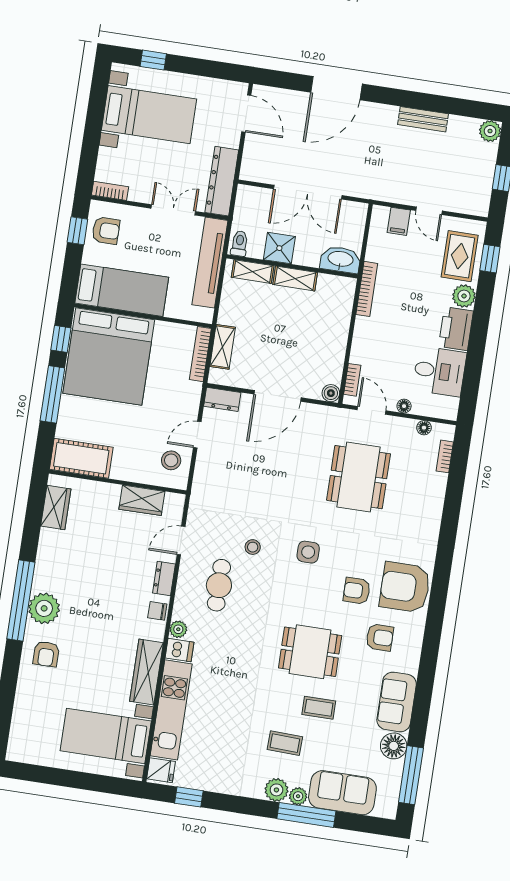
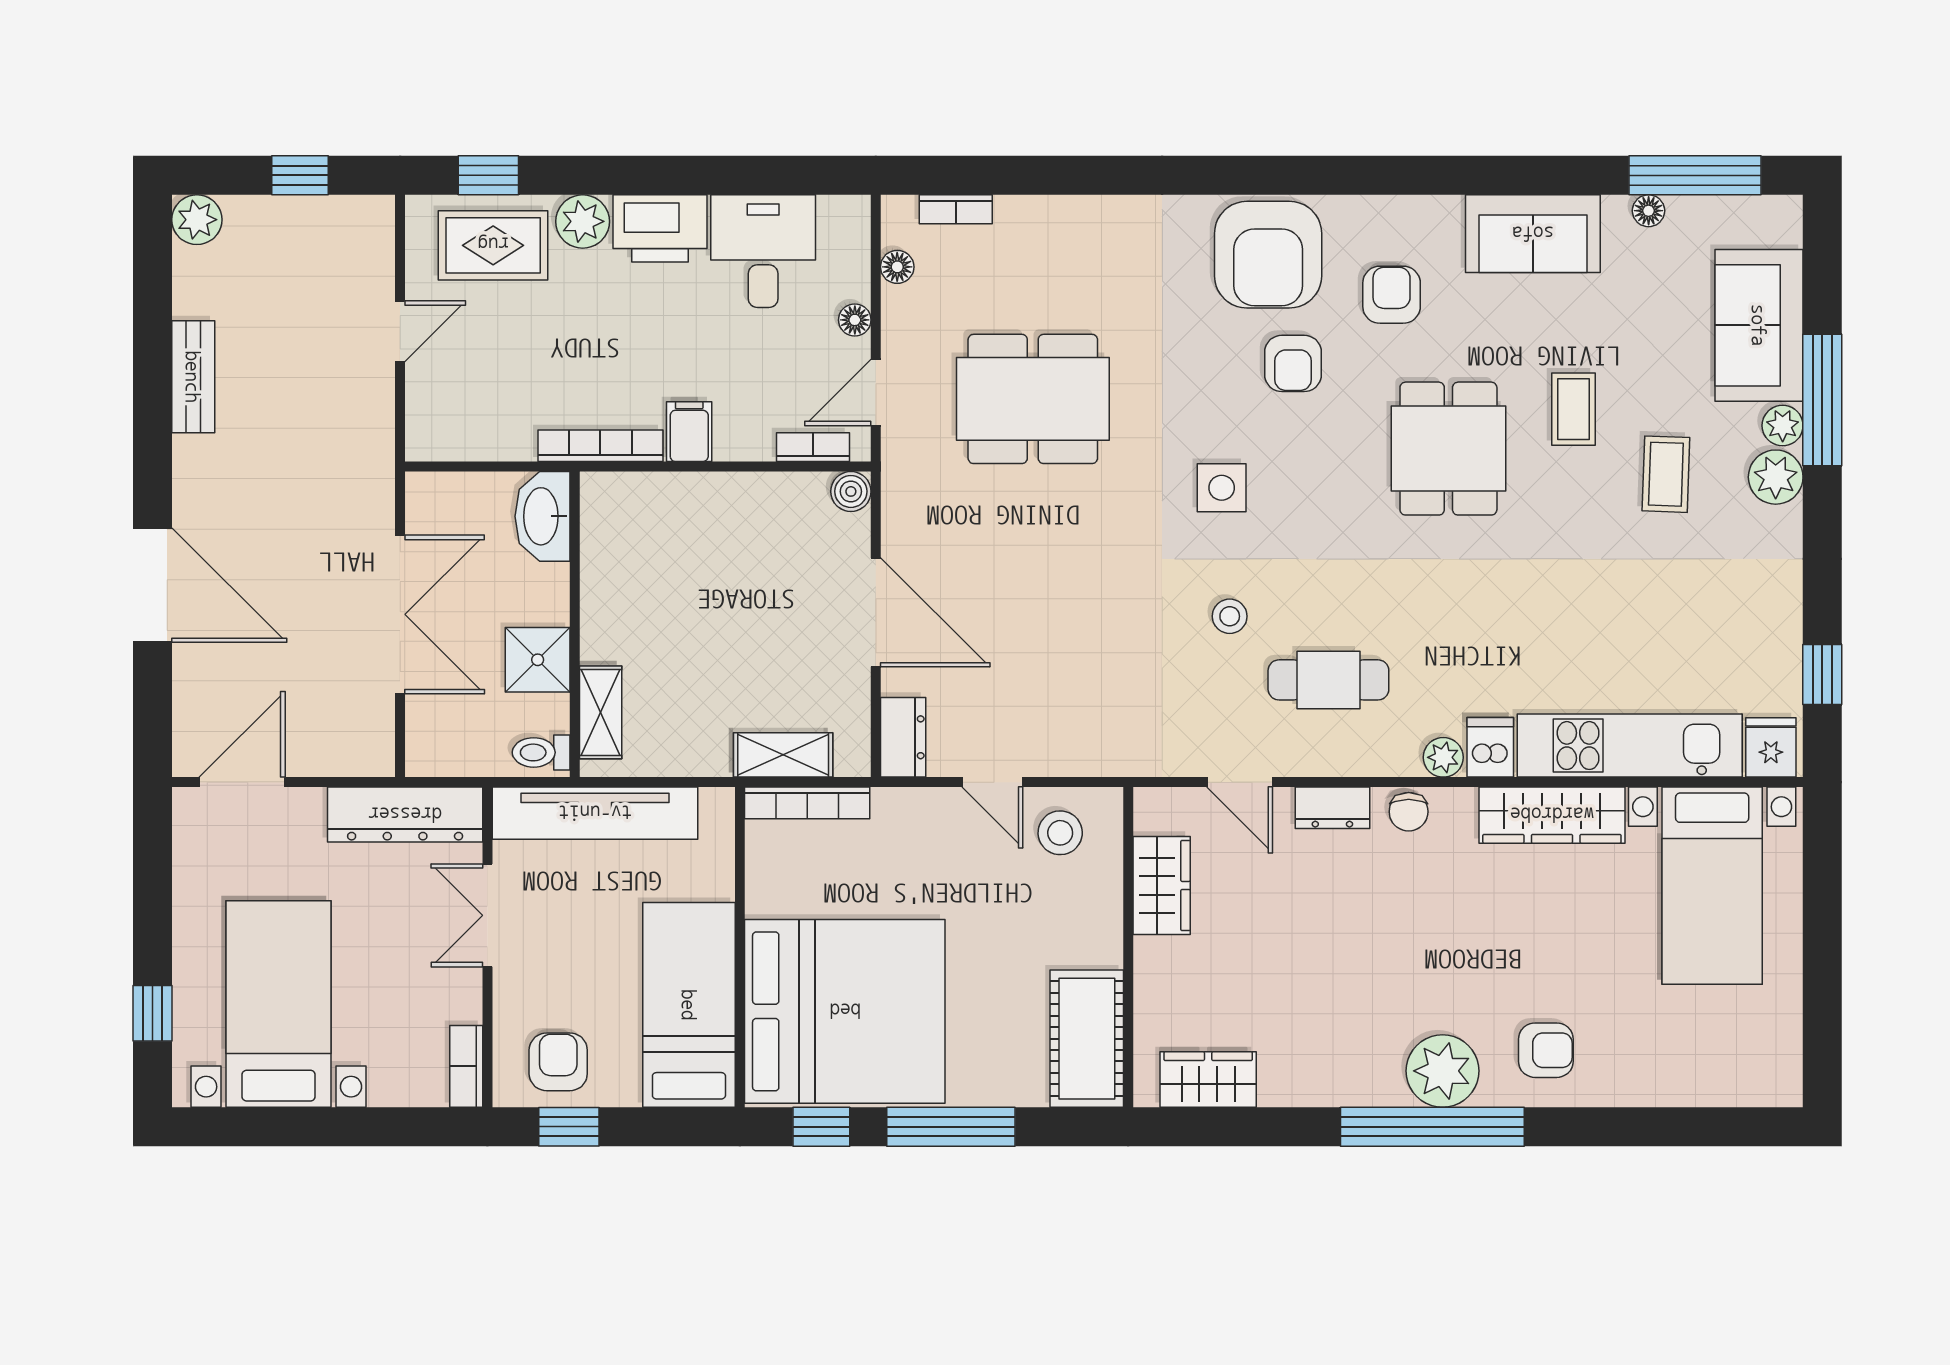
filing cabinet: (399, 221) -> (689, 432), moved, turned -90
shelving: (295, 279) -> (602, 613), removed
floor lamp: (394, 746) -> (1649, 211), width x0.53, depth x0.53

